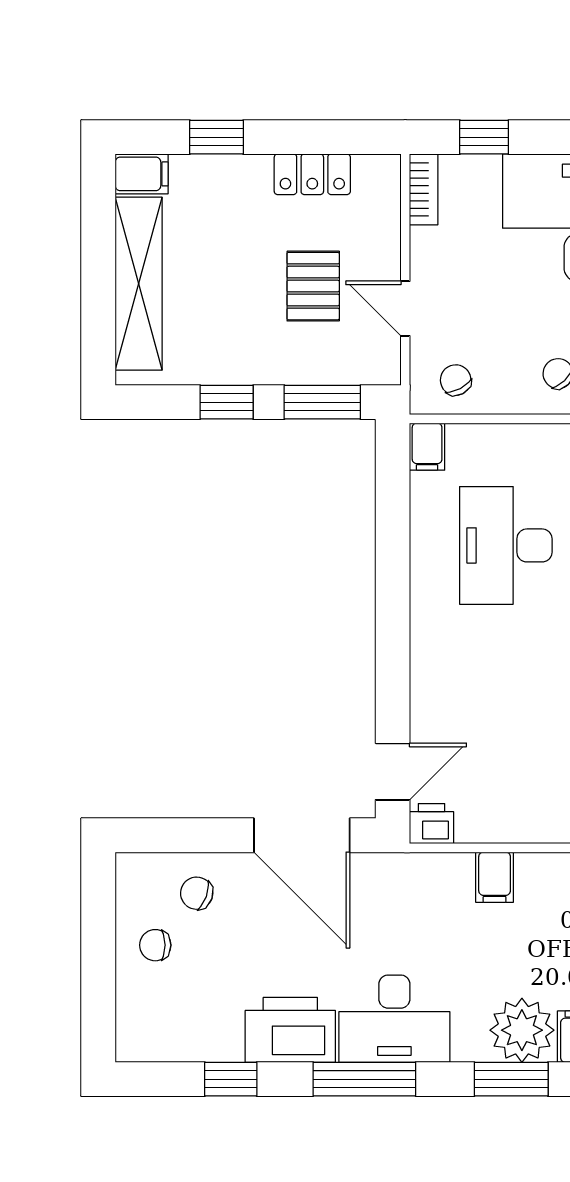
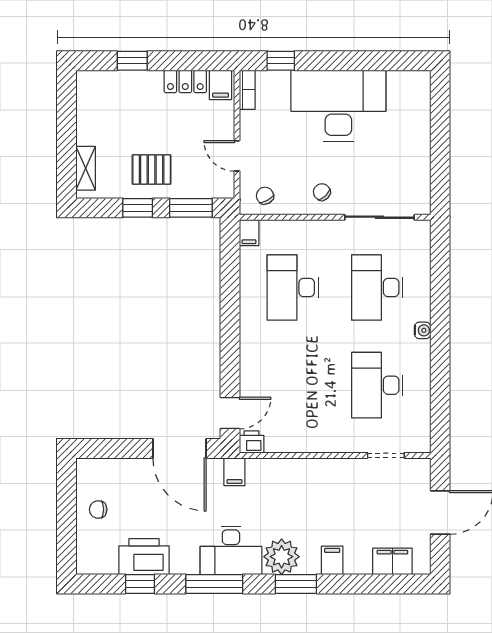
filing cabinet: (142, 174) -> (221, 85), moved, turned 90
shelving: (139, 284) -> (86, 168), width x0.45, depth x0.75
pallet: (313, 286) -> (152, 169), moved, turned 90
filing cabinet: (495, 877) -> (234, 472), moved
chair: (197, 893) -> (121, 481), removed
printer: (290, 1030) -> (144, 557), moved
plant: (522, 1030) -> (282, 557), moved

